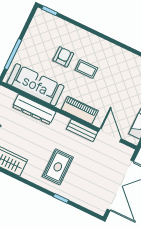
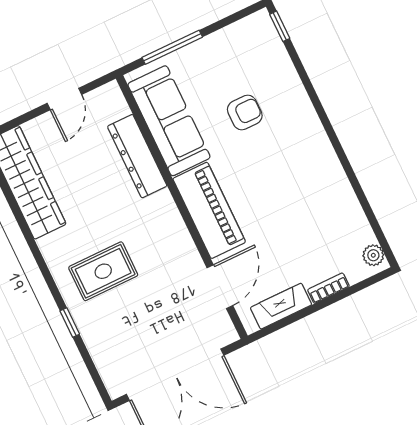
coffee table: (86, 69) -> (264, 158), removed
piano: (80, 110) -> (209, 210), width x1.37, depth x1.33
bench: (82, 130) -> (184, 246), removed

